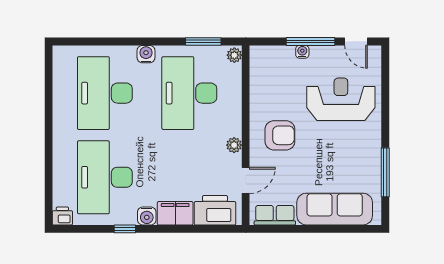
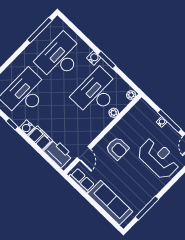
window: (203, 41) -> (107, 60), moved
window: (49, 84) -> (40, 30), added
plant: (234, 145) -> (114, 113), moved
door: (246, 180) -> (84, 153), hinge flipped

